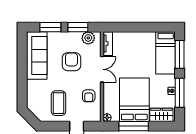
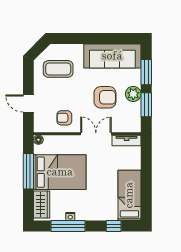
plant: (88, 38) -> (133, 94), moved
bed: (166, 53) -> (129, 195), moved, turned 90
window: (180, 54) -> (114, 226), width x0.46
double door: (102, 69) -> (96, 134), swing flipped
coffee table: (58, 103) -> (58, 69), moved

